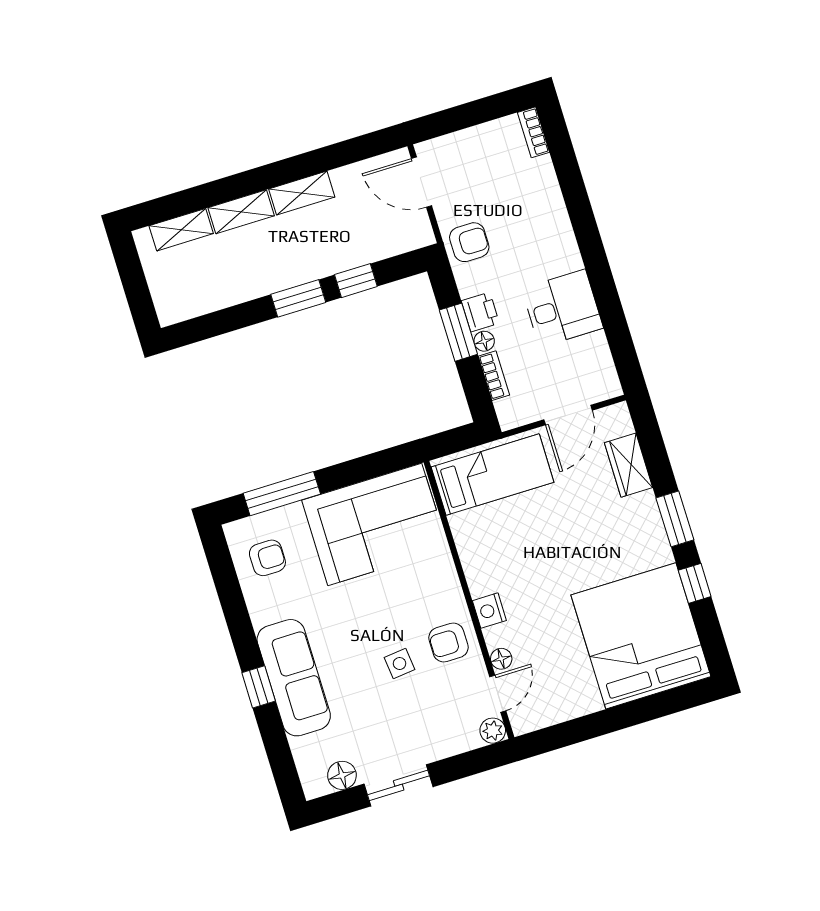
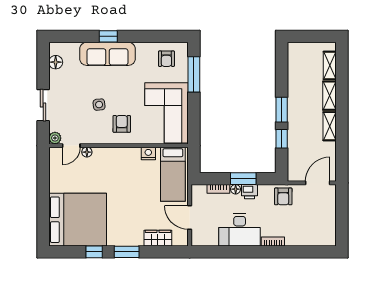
bookcase: (533, 132) -> (273, 242), moved
desk: (562, 308) -> (240, 230), width x1.37
nightstand: (489, 611) -> (148, 153), moved
armchair: (448, 643) -> (122, 124), moved
door: (498, 694) -> (71, 146), hinge flipped
sliding door: (399, 785) -> (43, 105), moved

